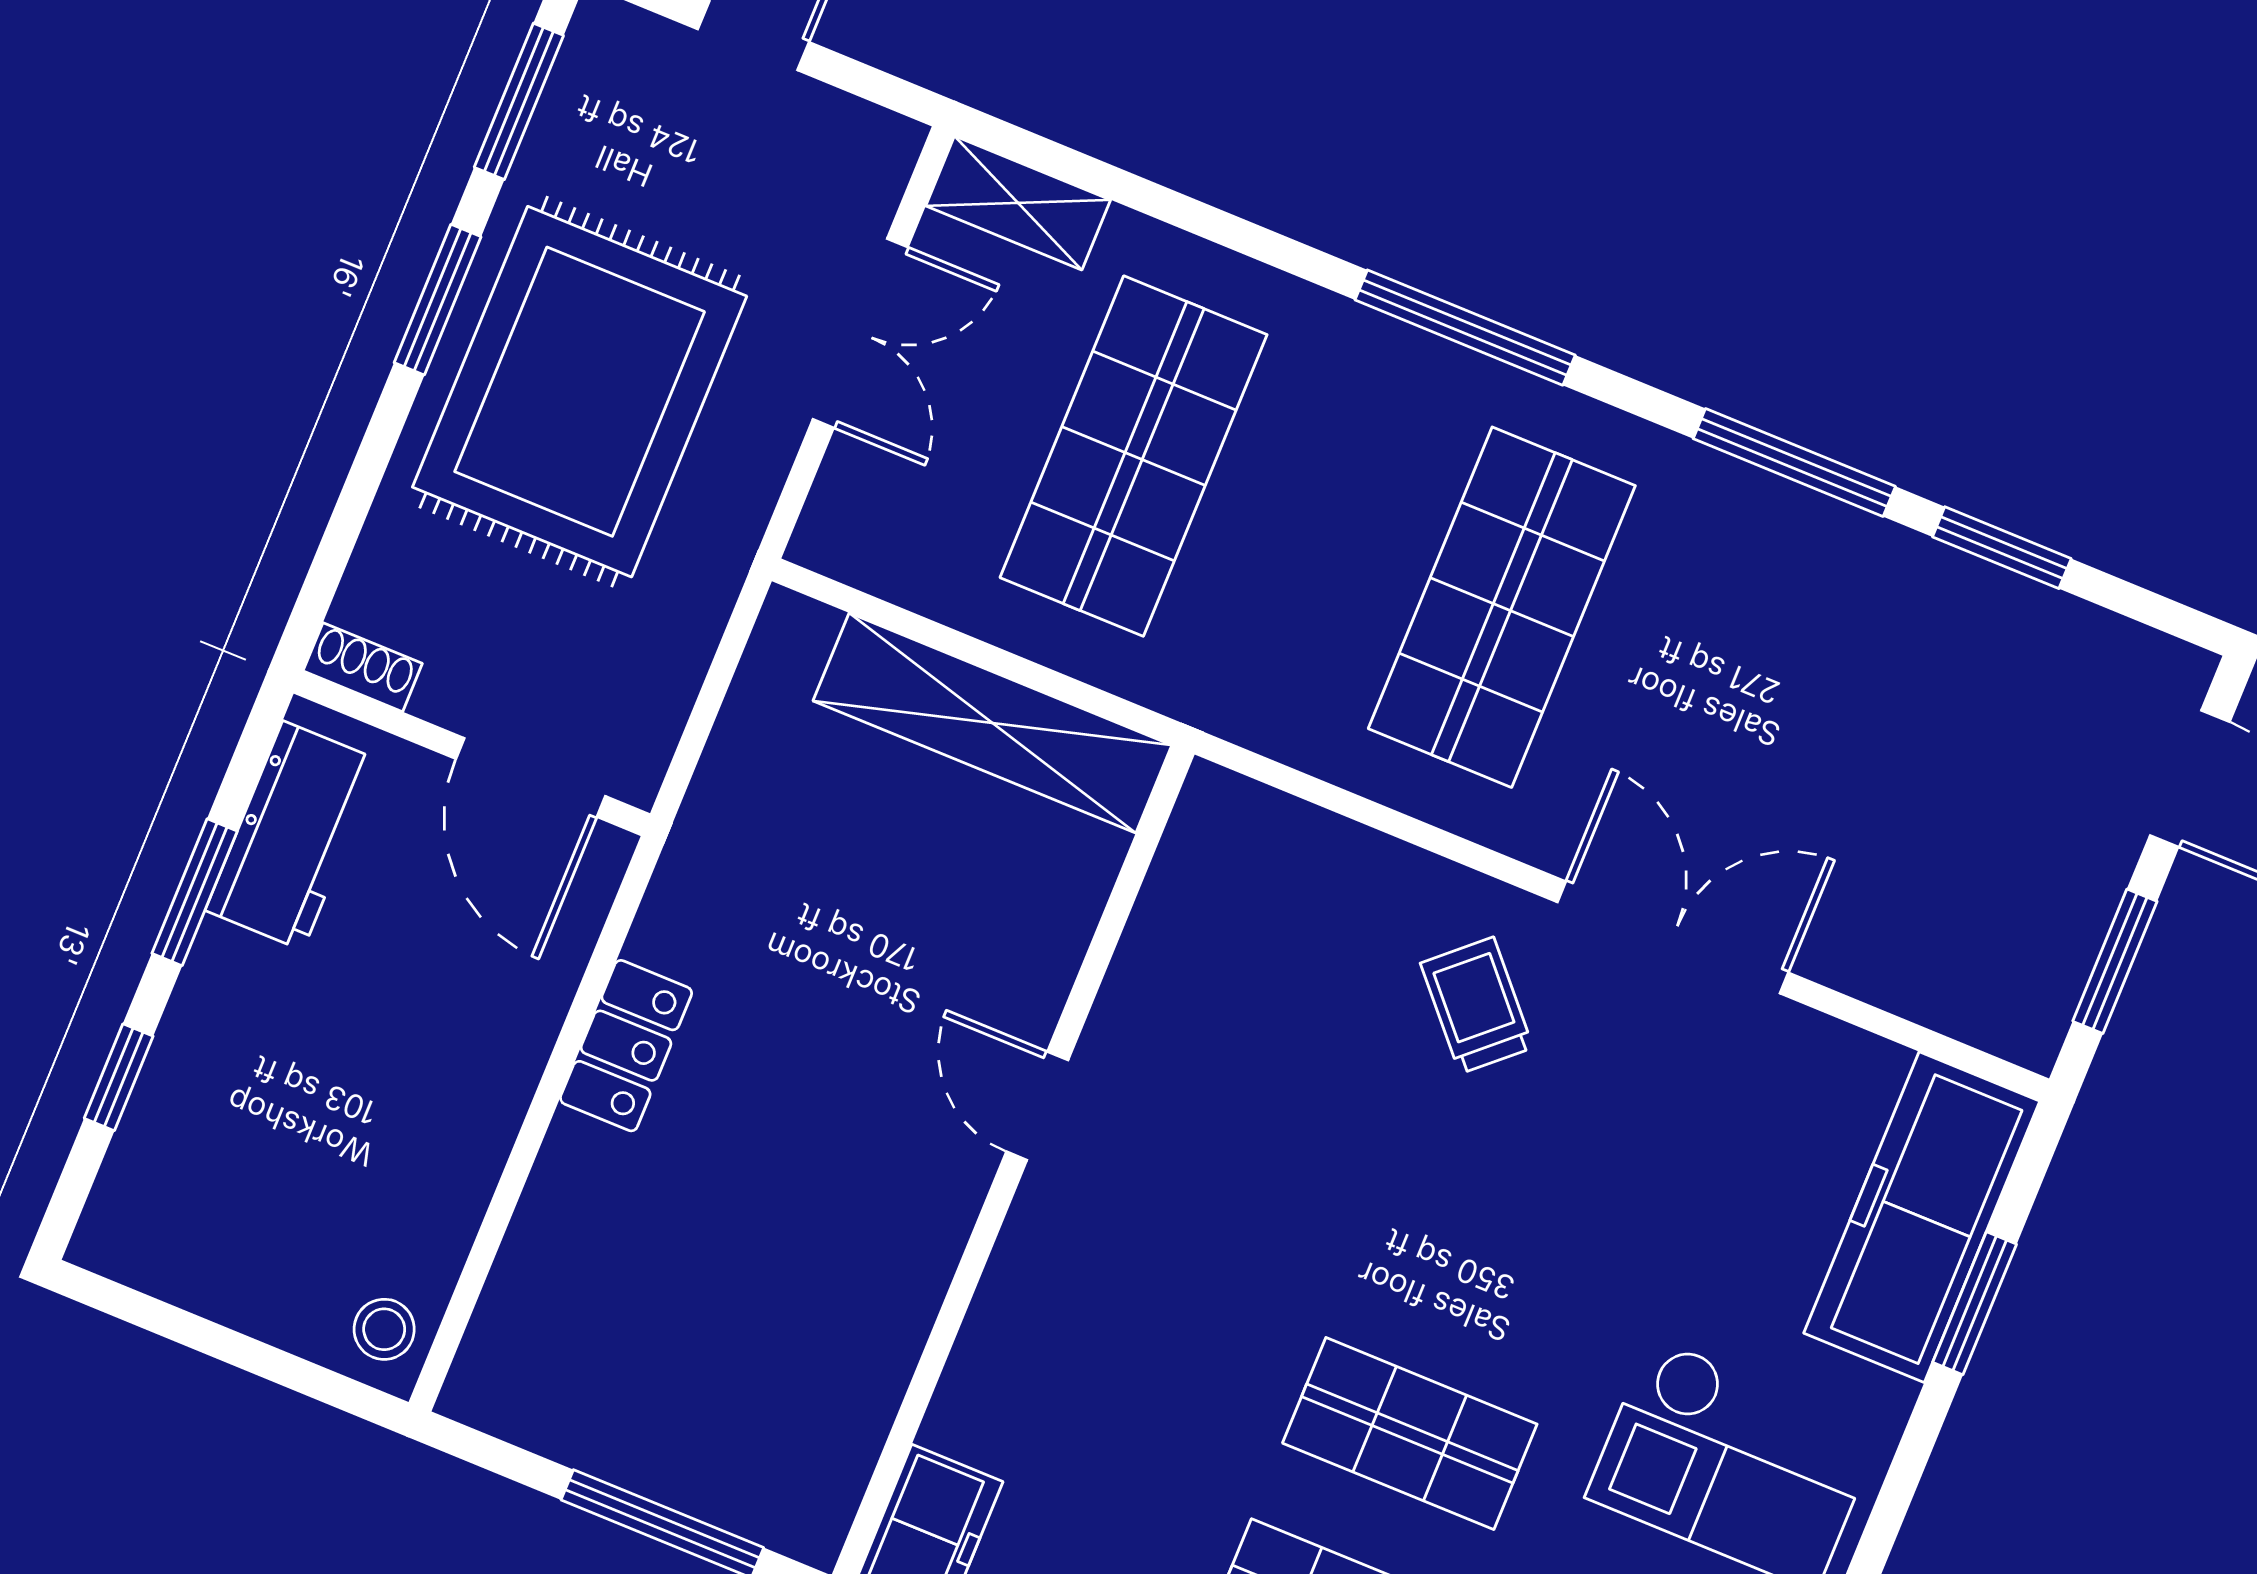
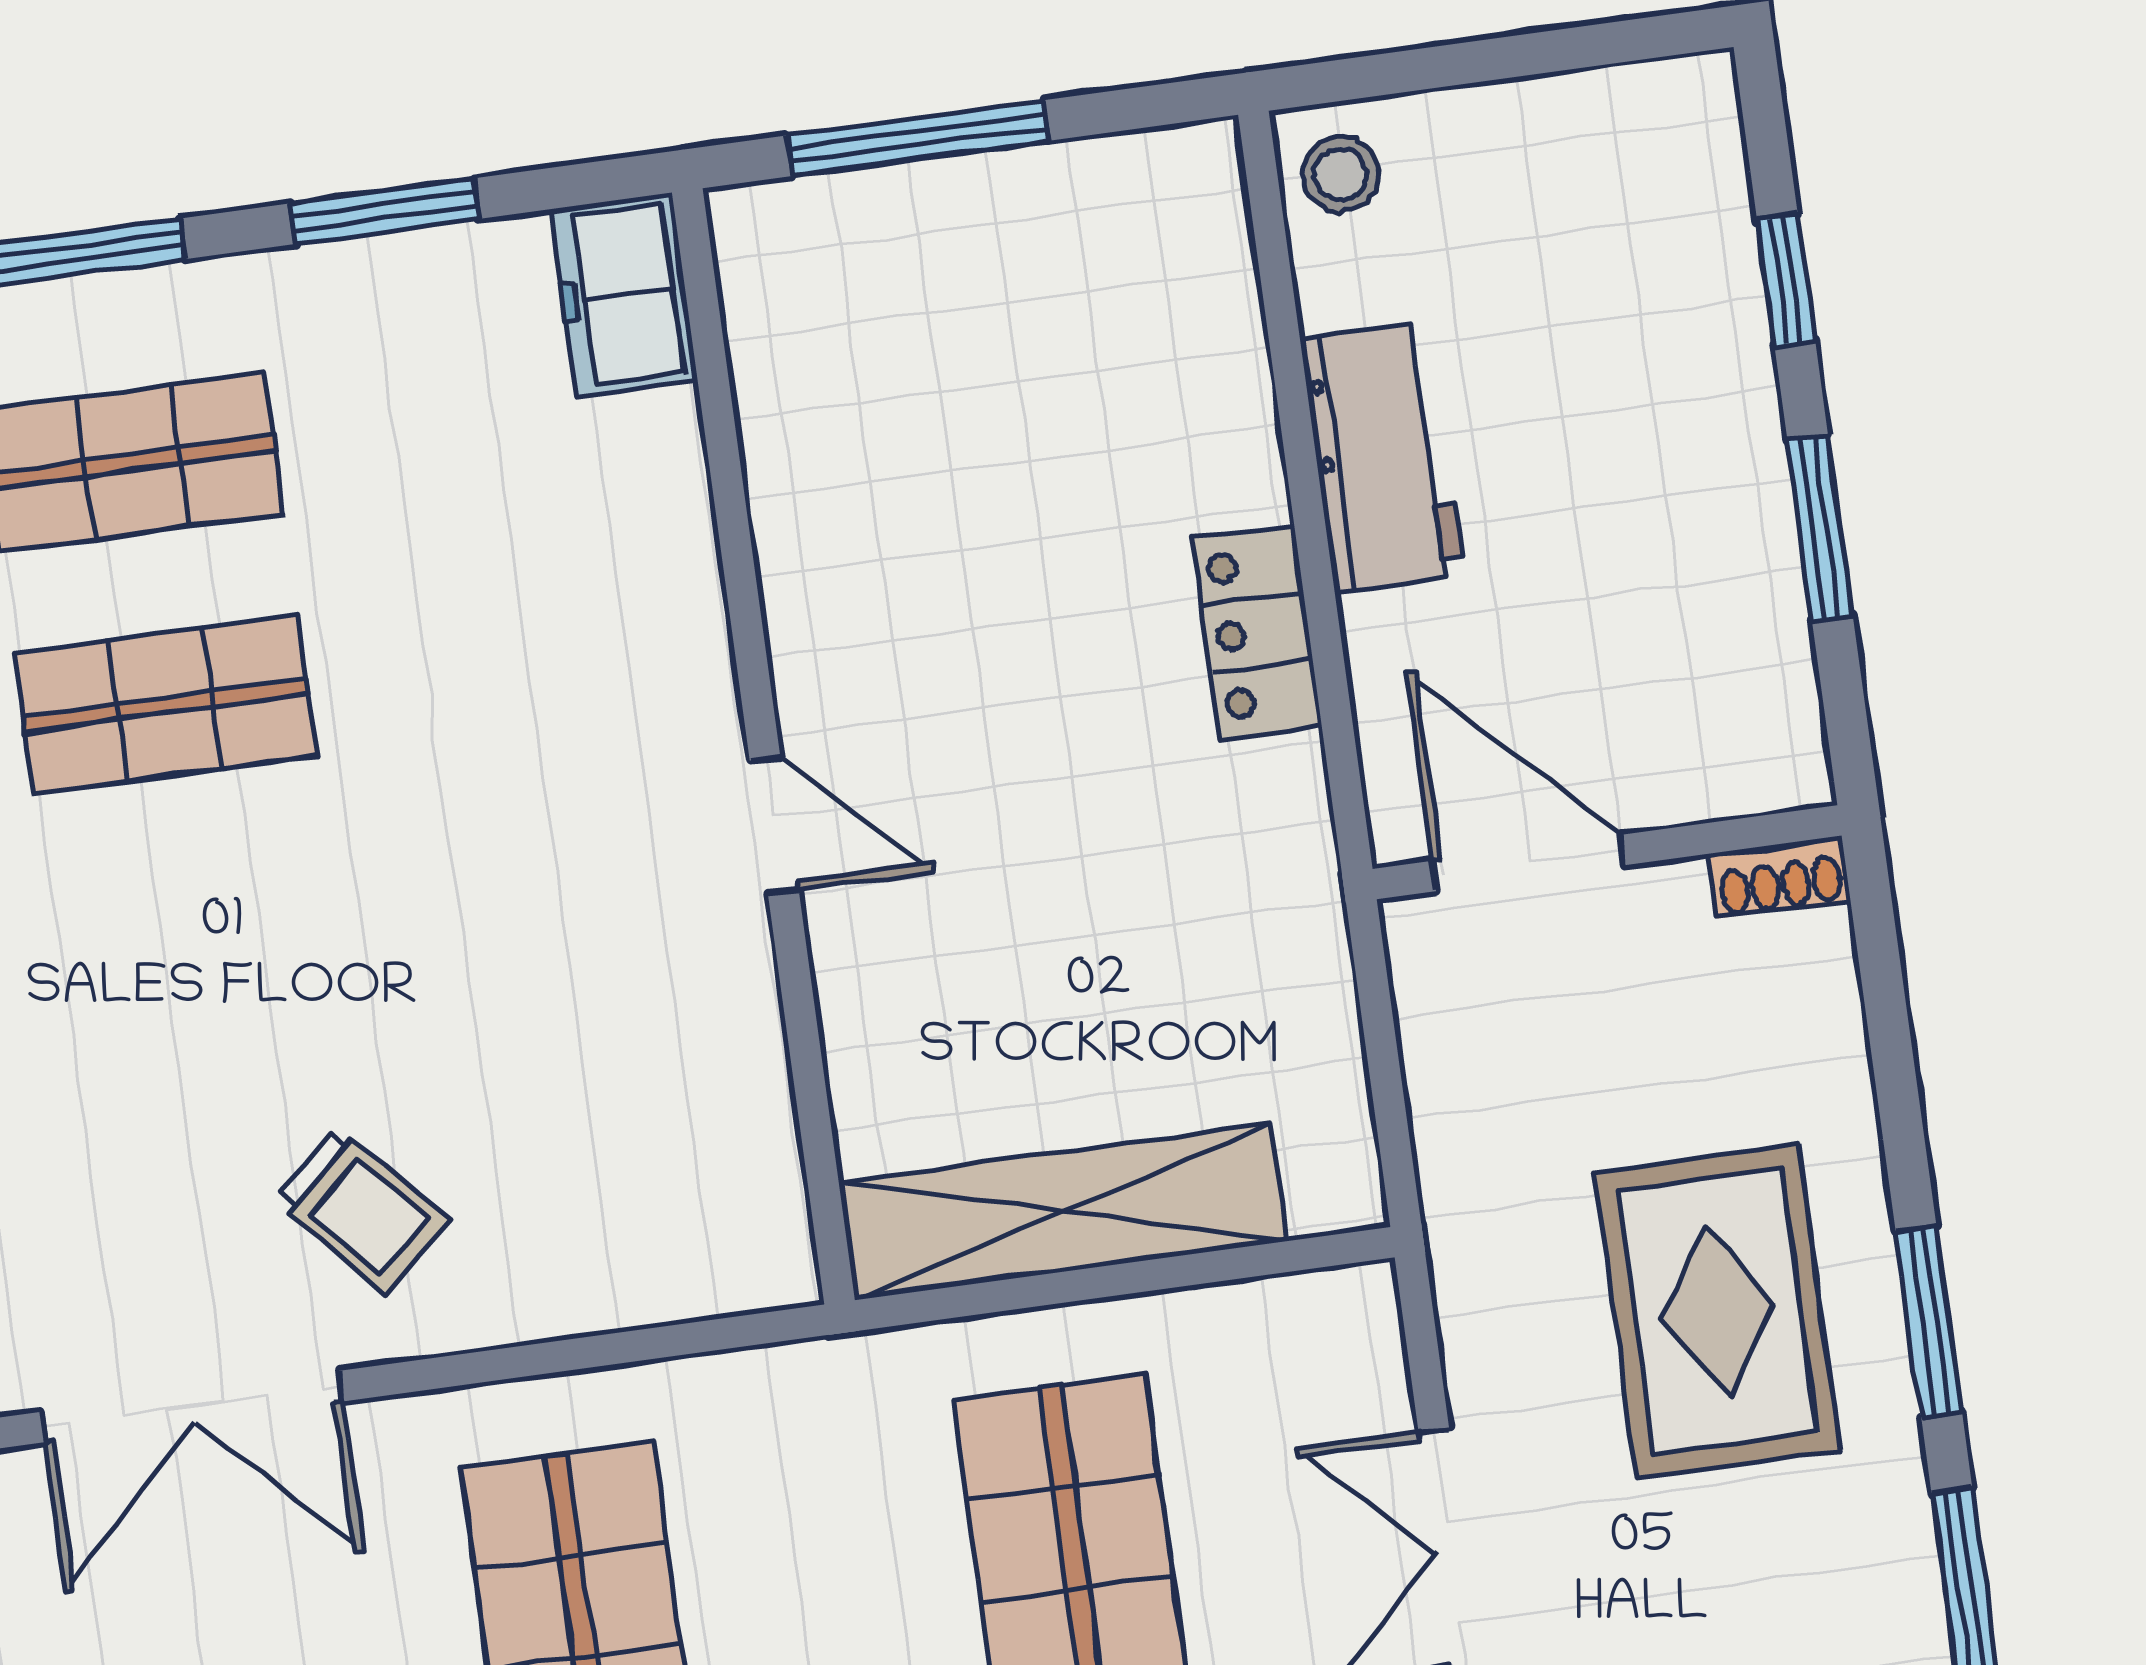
rug: (580, 392) -> (1717, 1311), width x0.73, depth x0.69
workbench: (293, 835) -> (1383, 457), moved, turned 180

